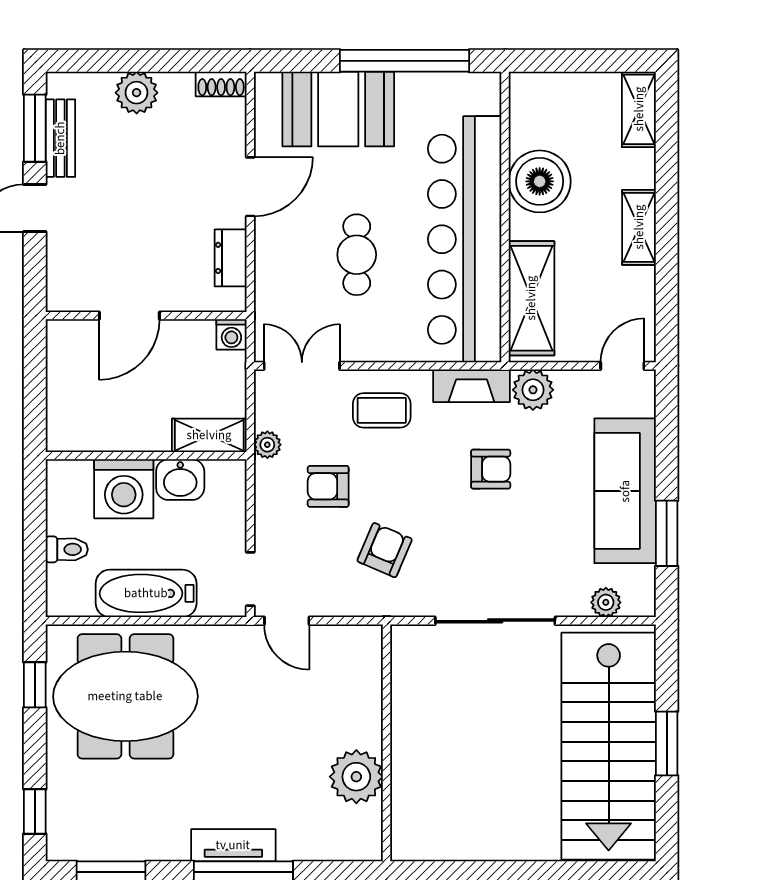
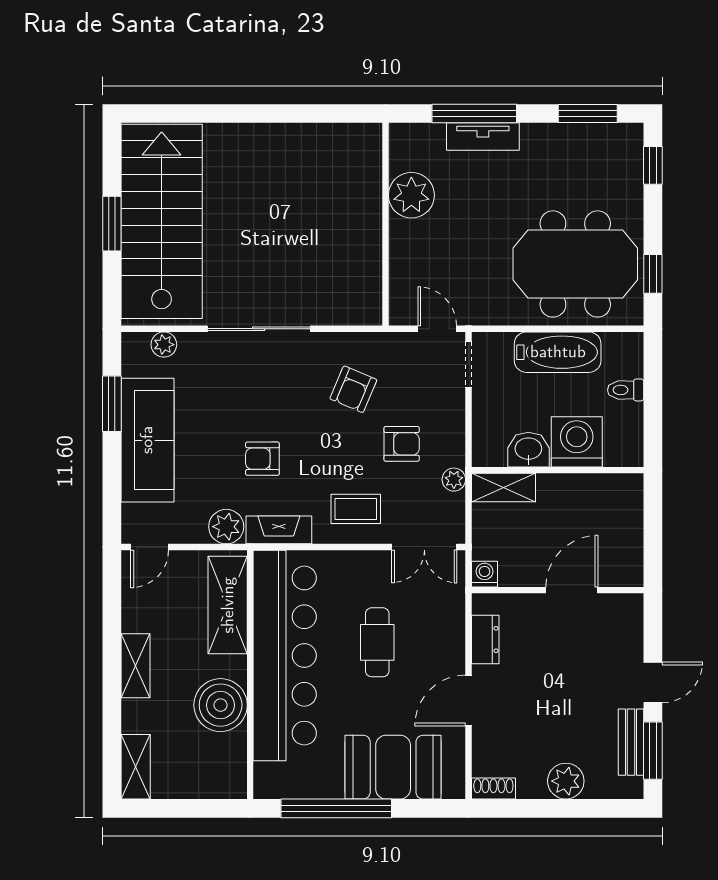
wall: (387, 743) -> (385, 224), moved
plant: (356, 777) -> (411, 195), moved

